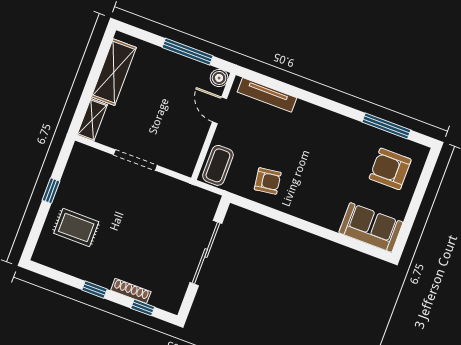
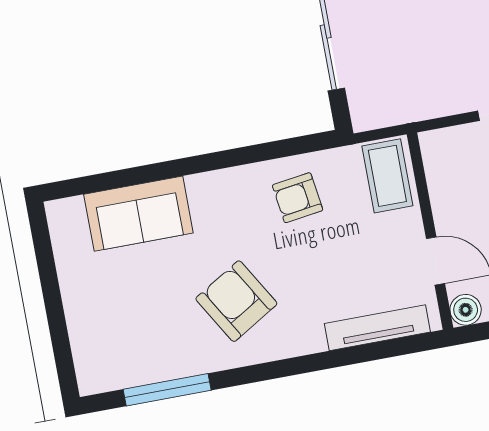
armchair: (390, 169) -> (236, 301), moved, turned -121
sofa: (371, 227) -> (138, 214), moved

